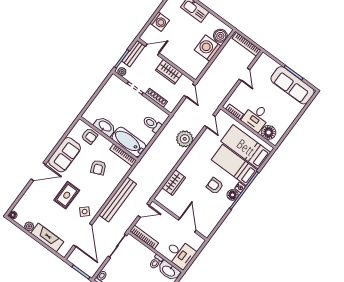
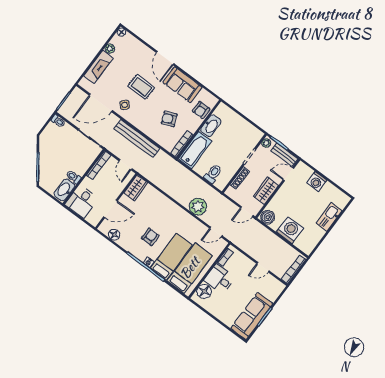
boiler: (220, 36) -> (268, 217), moved
door: (152, 50) -> (288, 174), swing flipped
wardrobe: (174, 183) -> (136, 188), moved, turned -90
floor lamp: (233, 195) -> (114, 235), moved

